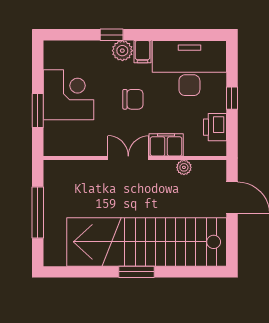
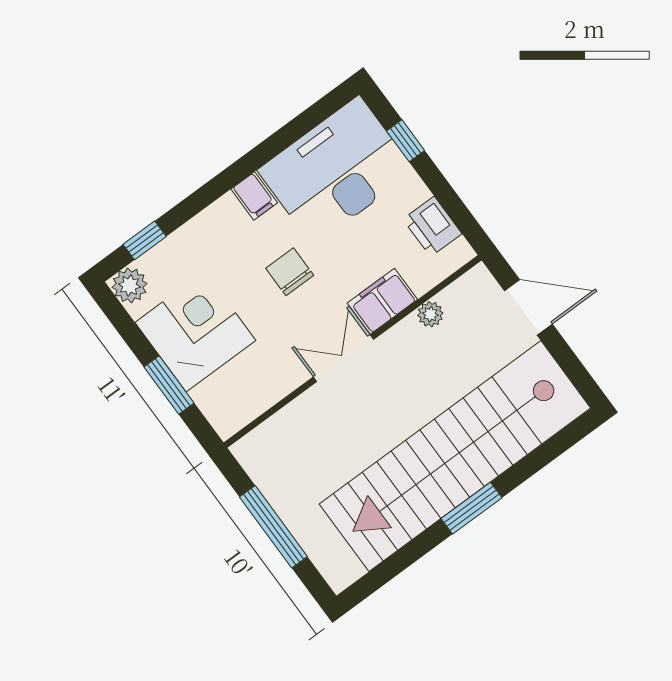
window: (112, 35) -> (145, 240), moved
plant: (122, 51) -> (130, 285), moved
window: (232, 98) -> (406, 141), moved
chair: (133, 99) -> (290, 272), turned -90

